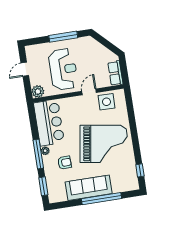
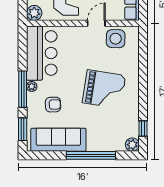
grand piano: (104, 144) -> (104, 89), width x0.73, depth x0.68
plant: (133, 185) -> (132, 145), added
sofa: (89, 188) -> (58, 140), moved

